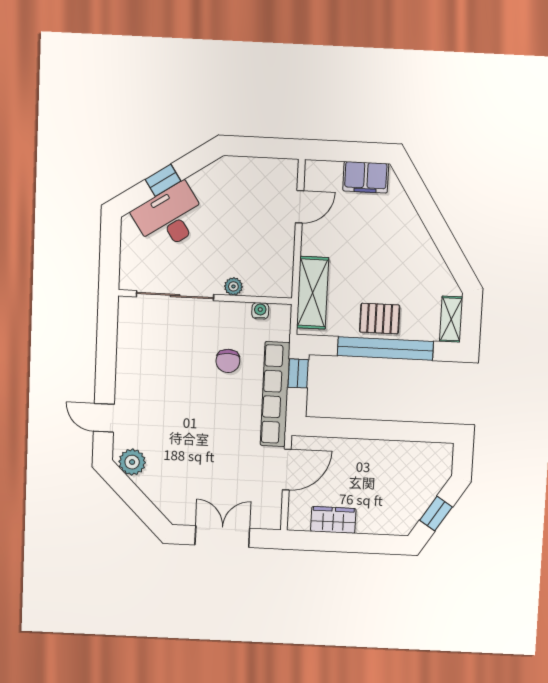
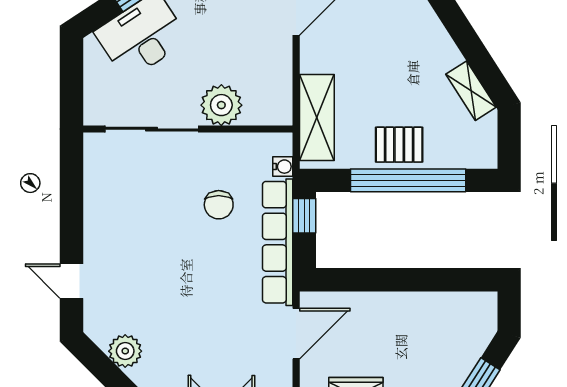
plant: (233, 286) -> (221, 105), width x1.88, depth x1.88
water cooler: (260, 311) -> (283, 167), moved, turned 90
shelving: (451, 319) -> (471, 91), moved, turned -33
plant: (132, 462) -> (125, 351), moved

